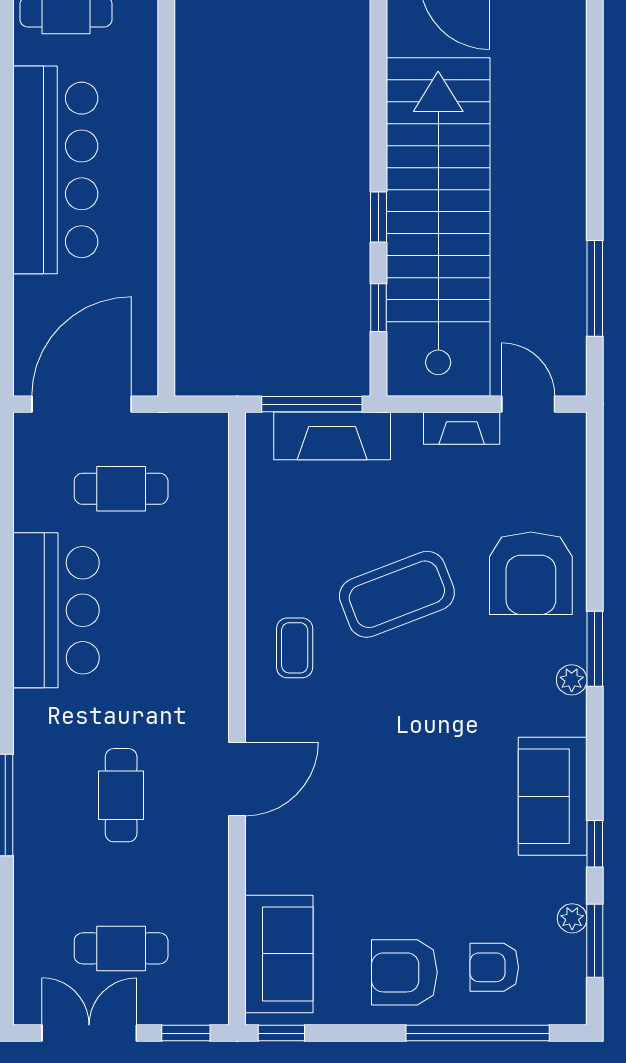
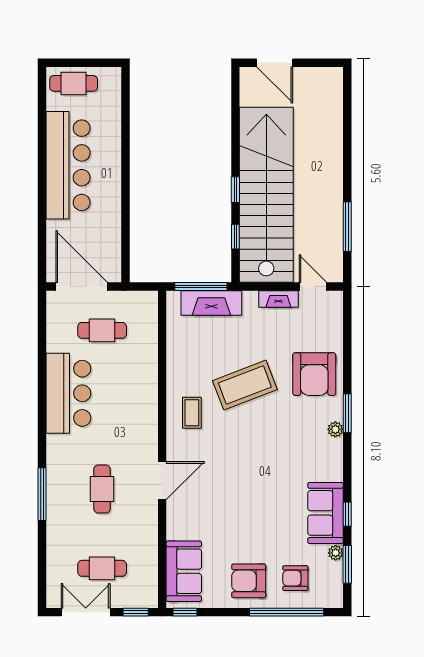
door: (82, 404) -> (82, 287), hinge flipped
sofa: (553, 796) -> (326, 513), moved

